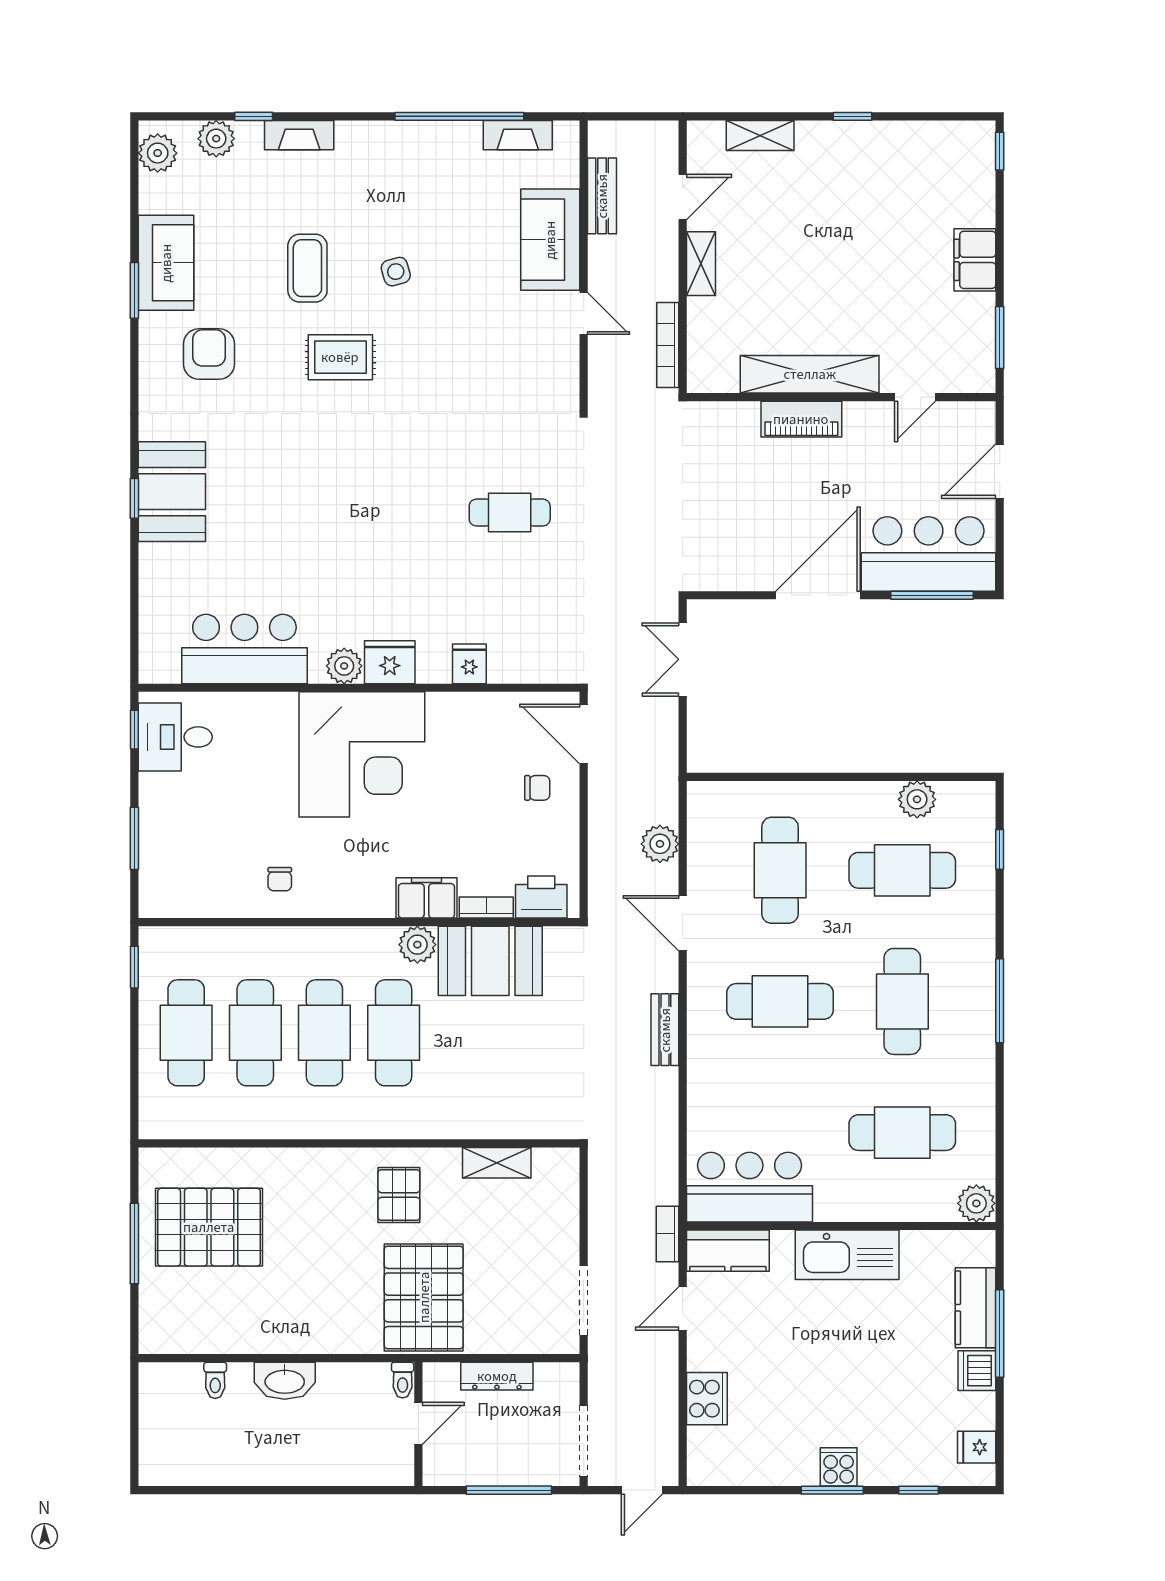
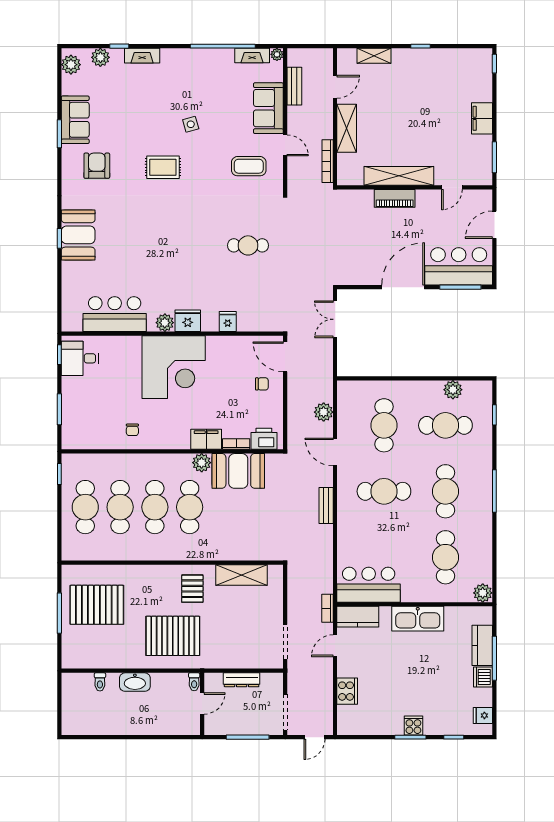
plant: (567, 133) -> (277, 54), added
shelving: (701, 264) -> (347, 128), width x1.50, depth x1.33
coffee table: (307, 268) -> (249, 166), moved, turned 90
cafe table: (902, 1133) -> (445, 557), turned 90
shelving: (497, 1163) -> (242, 575), width x1.50, depth x1.33
pallet: (424, 1297) -> (173, 636), moved, turned 90

